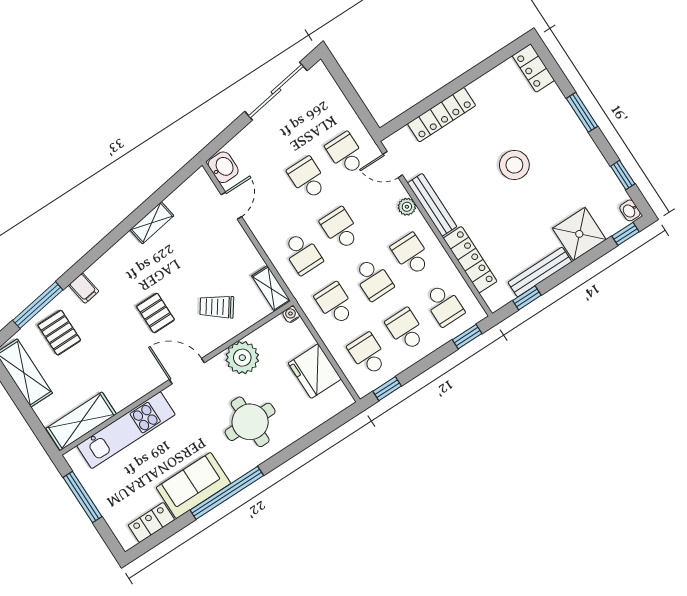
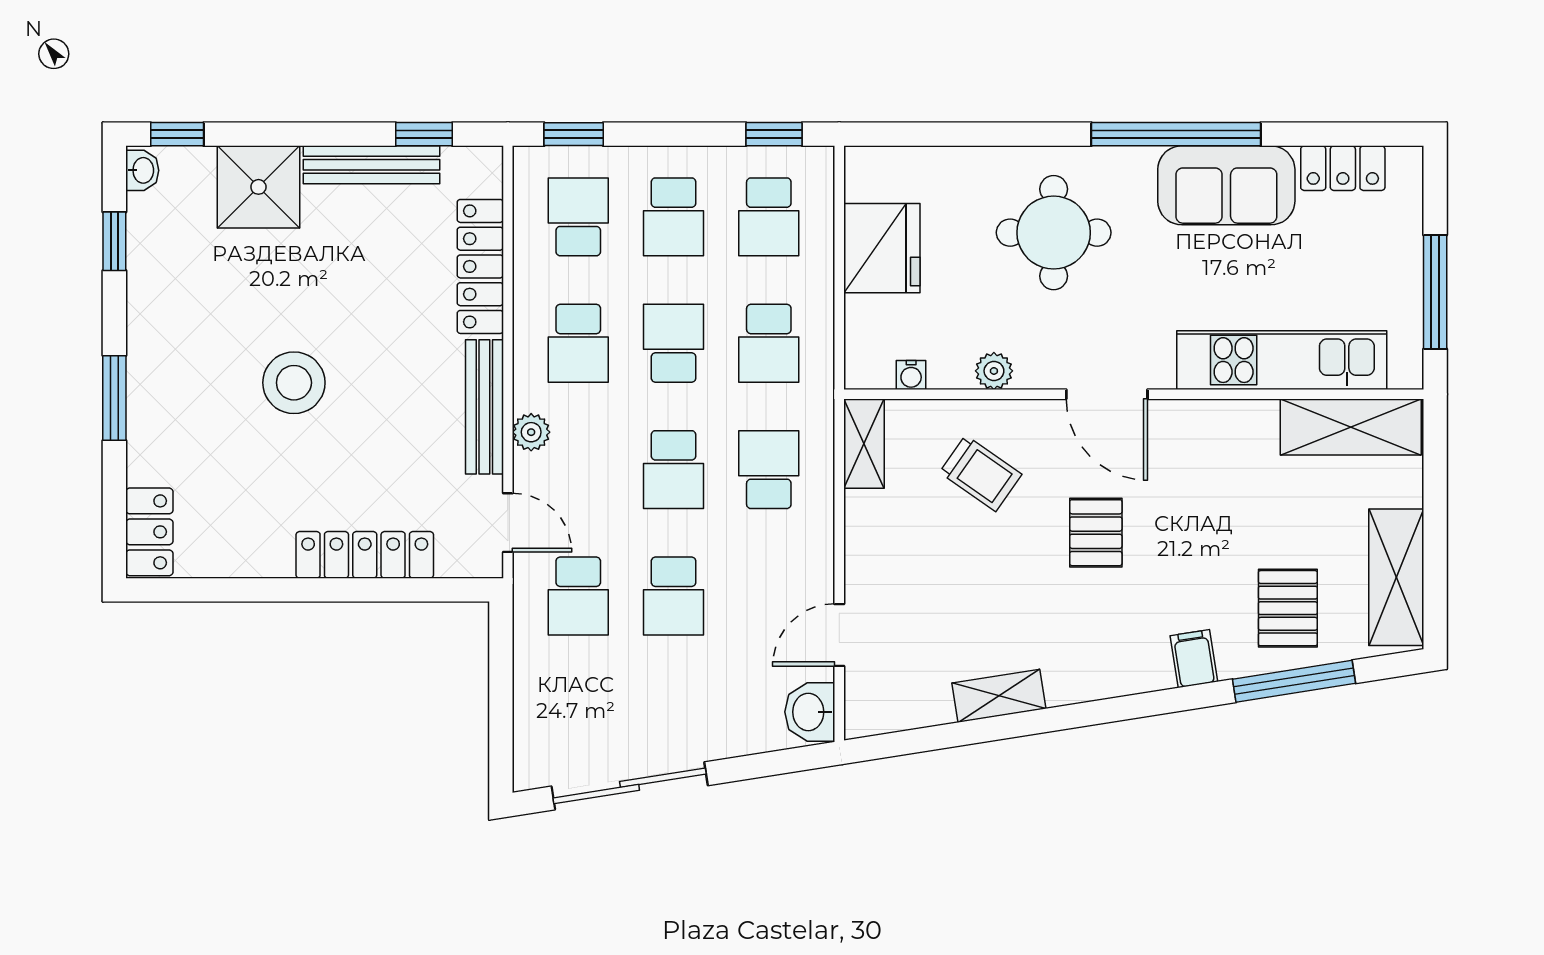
water cooler: (291, 314) -> (911, 375), moved
plant: (242, 358) -> (994, 371), width x0.53, depth x0.53

